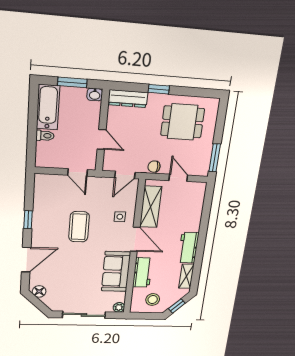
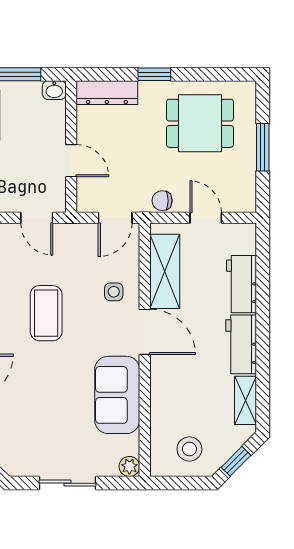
window: (215, 158) -> (263, 147), moved
workbench: (143, 273) -> (242, 284), moved, turned 180
sliding door: (84, 315) -> (68, 483), width x0.73

